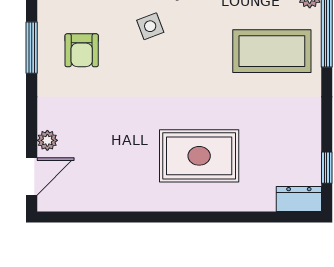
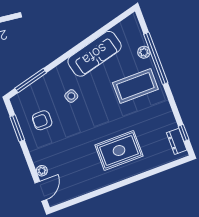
armchair: (82, 50) -> (42, 120), turned 90
dresser: (299, 199) -> (177, 141), moved, turned -90

